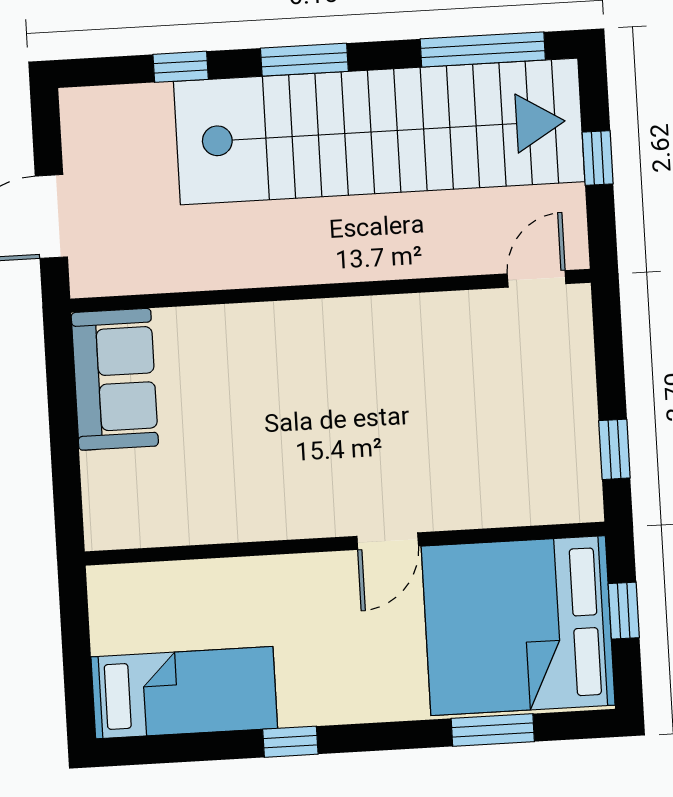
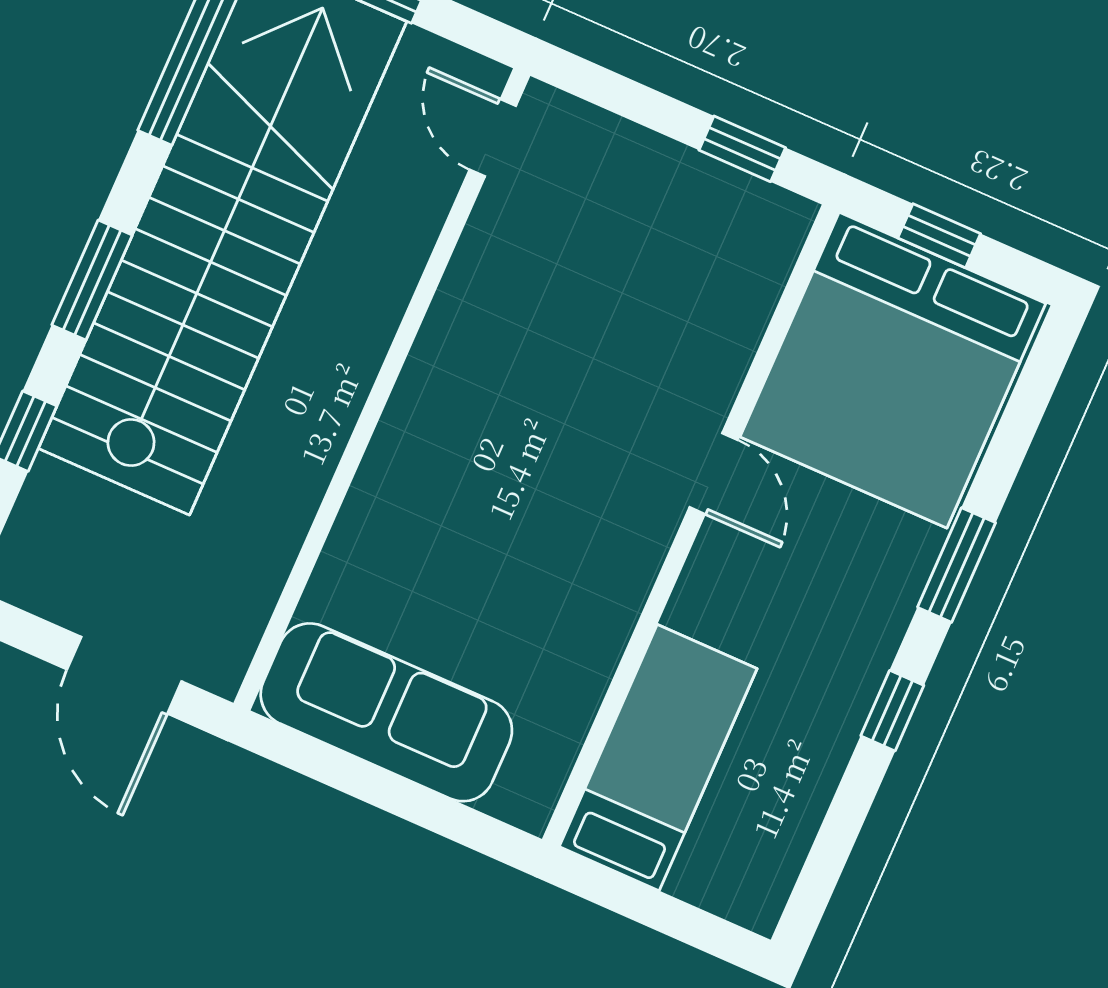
sofa: (115, 379) -> (386, 712), width x1.36
bed: (184, 693) -> (658, 758), moved
window: (493, 730) -> (957, 565), moved

